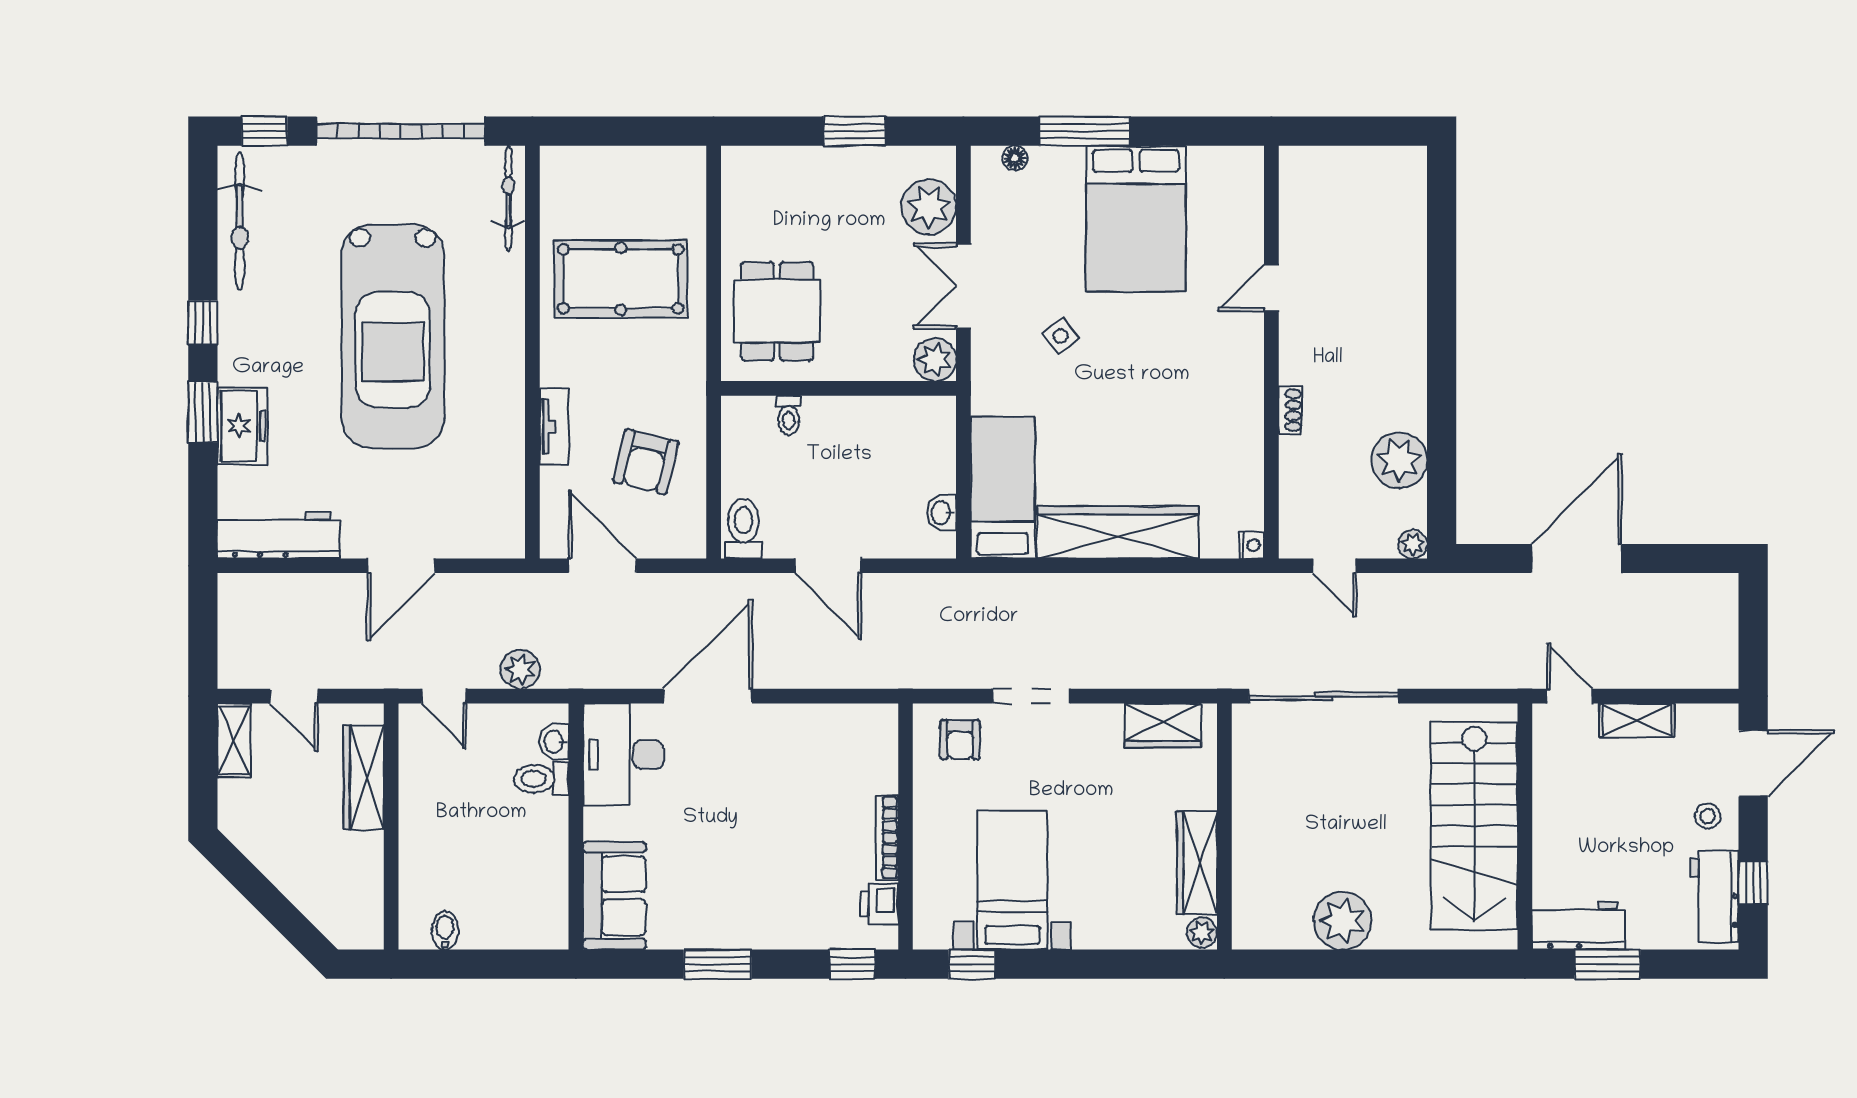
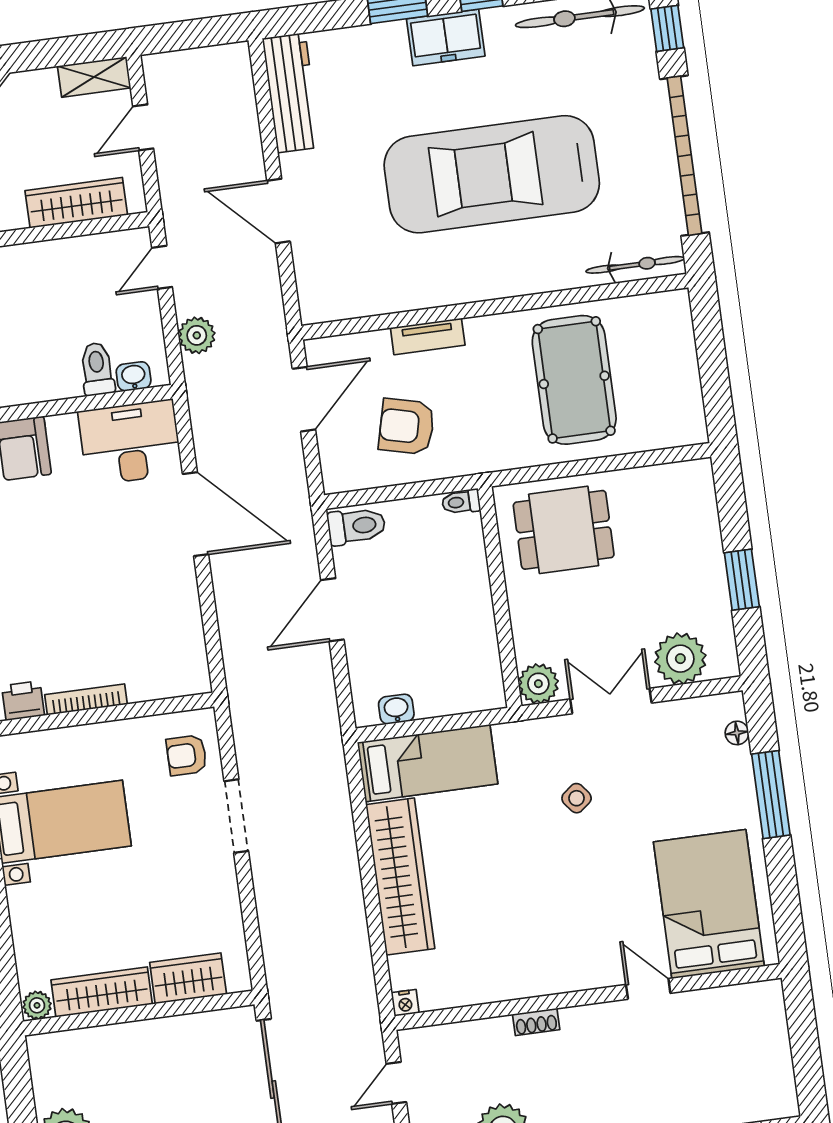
bed: (1136, 219) -> (709, 904), moved, turned 90
toilet: (789, 415) -> (461, 502), moved
freezer: (242, 426) -> (446, 37), moved
wardrobe: (1163, 726) -> (188, 978), moved, turned 90

